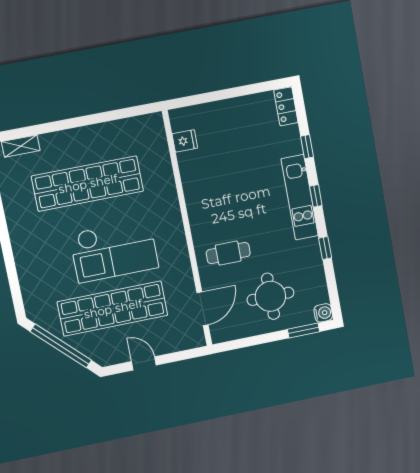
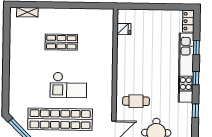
shop shelf: (88, 184) -> (61, 42), width x0.50, depth x0.74
kitchen unit: (300, 197) -> (186, 68), width x1.36
checkout: (114, 251) -> (68, 85), width x0.73, depth x0.83

